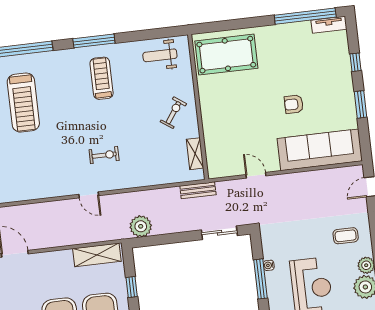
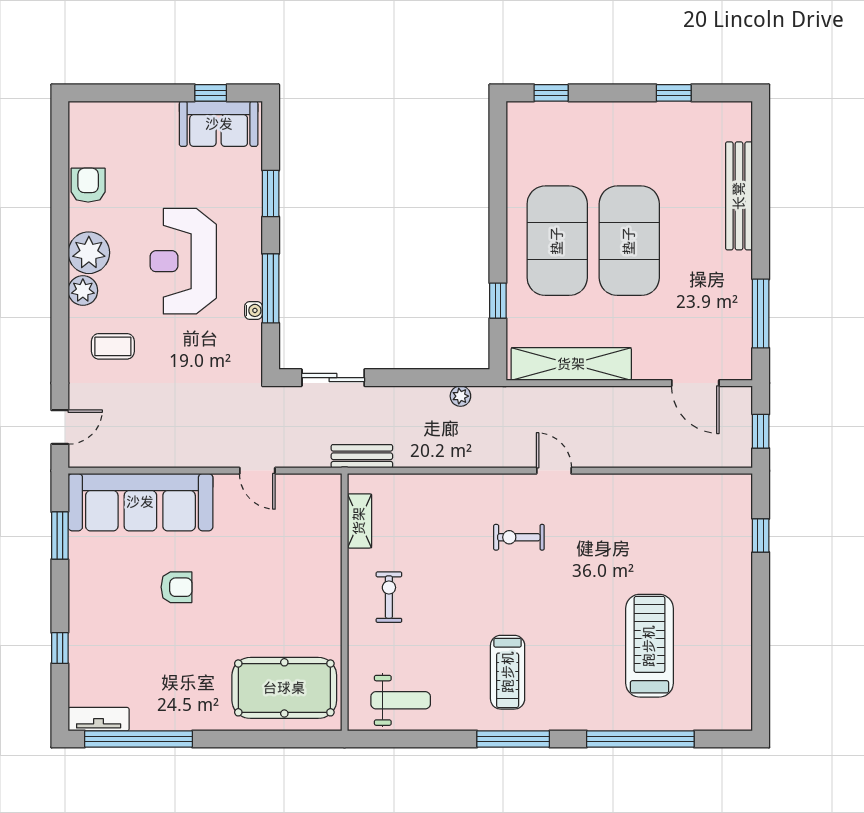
window: (360, 104) -> (60, 536), moved
exercise bike: (173, 113) -> (389, 597), turned 145
plant: (141, 226) -> (460, 396), width x0.53, depth x0.53
shelving: (97, 255) -> (571, 364), width x1.47

